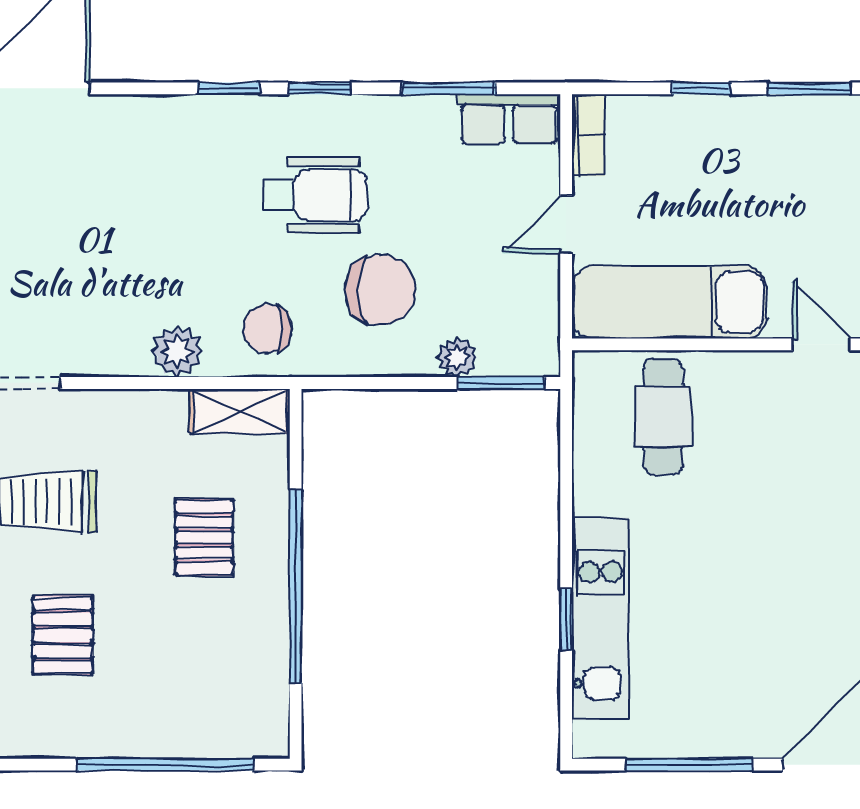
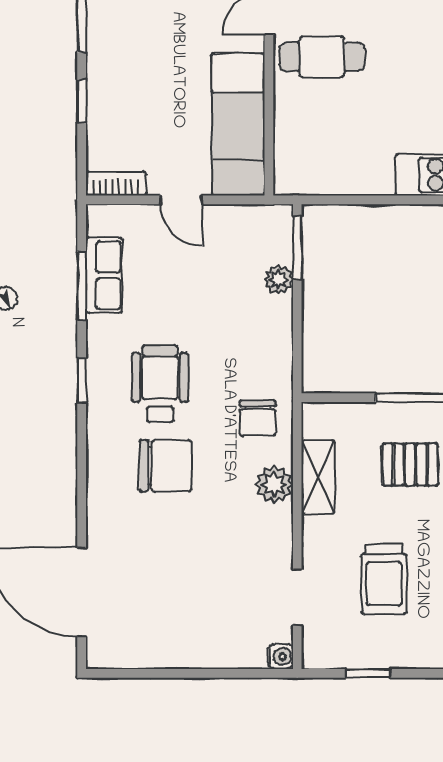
window: (229, 88) -> (82, 447), removed
row of seats: (509, 119) -> (104, 275), moved
chair: (380, 290) -> (165, 466), moved, turned 90
shelving: (240, 411) -> (318, 477), moved
cafe table: (663, 417) -> (322, 57), moved

